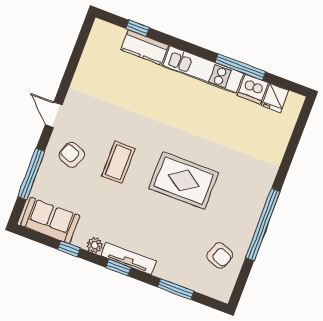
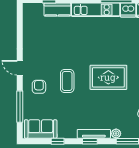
armchair: (72, 155) -> (39, 87), turned 69
plant: (95, 245) -> (116, 133), moved

